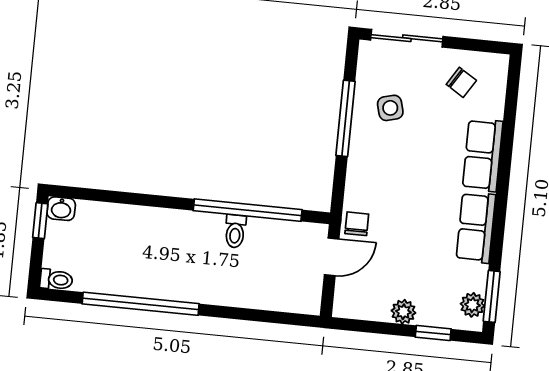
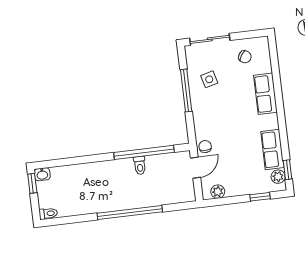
row of seats: (476, 227) -> (272, 150), moved
window: (492, 296) -> (287, 170), width x0.67
window: (141, 304) -> (130, 212), moved
plant: (403, 312) -> (218, 192), moved

